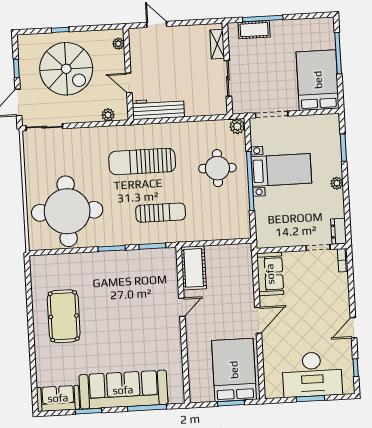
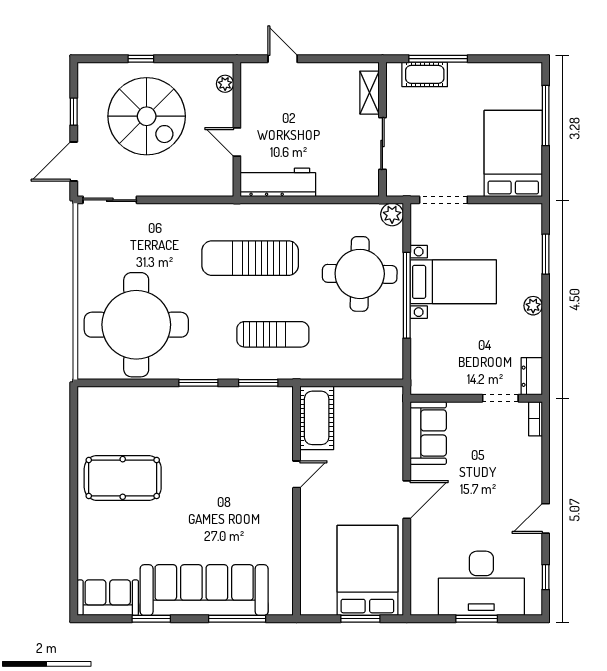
plant: (108, 115) -> (204, 187), removed
round table: (217, 168) -> (360, 274), width x1.36, depth x1.36
pool table: (64, 316) -> (123, 478), turned 90

